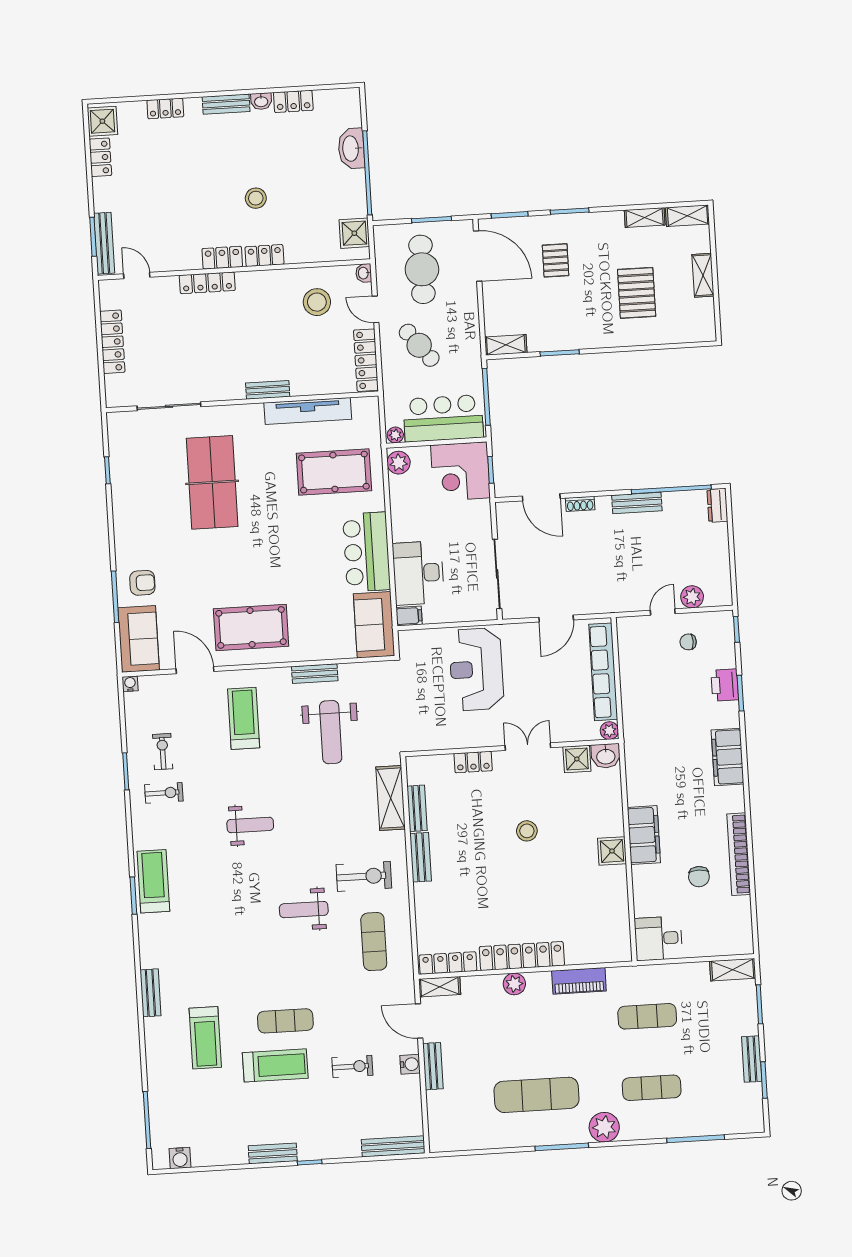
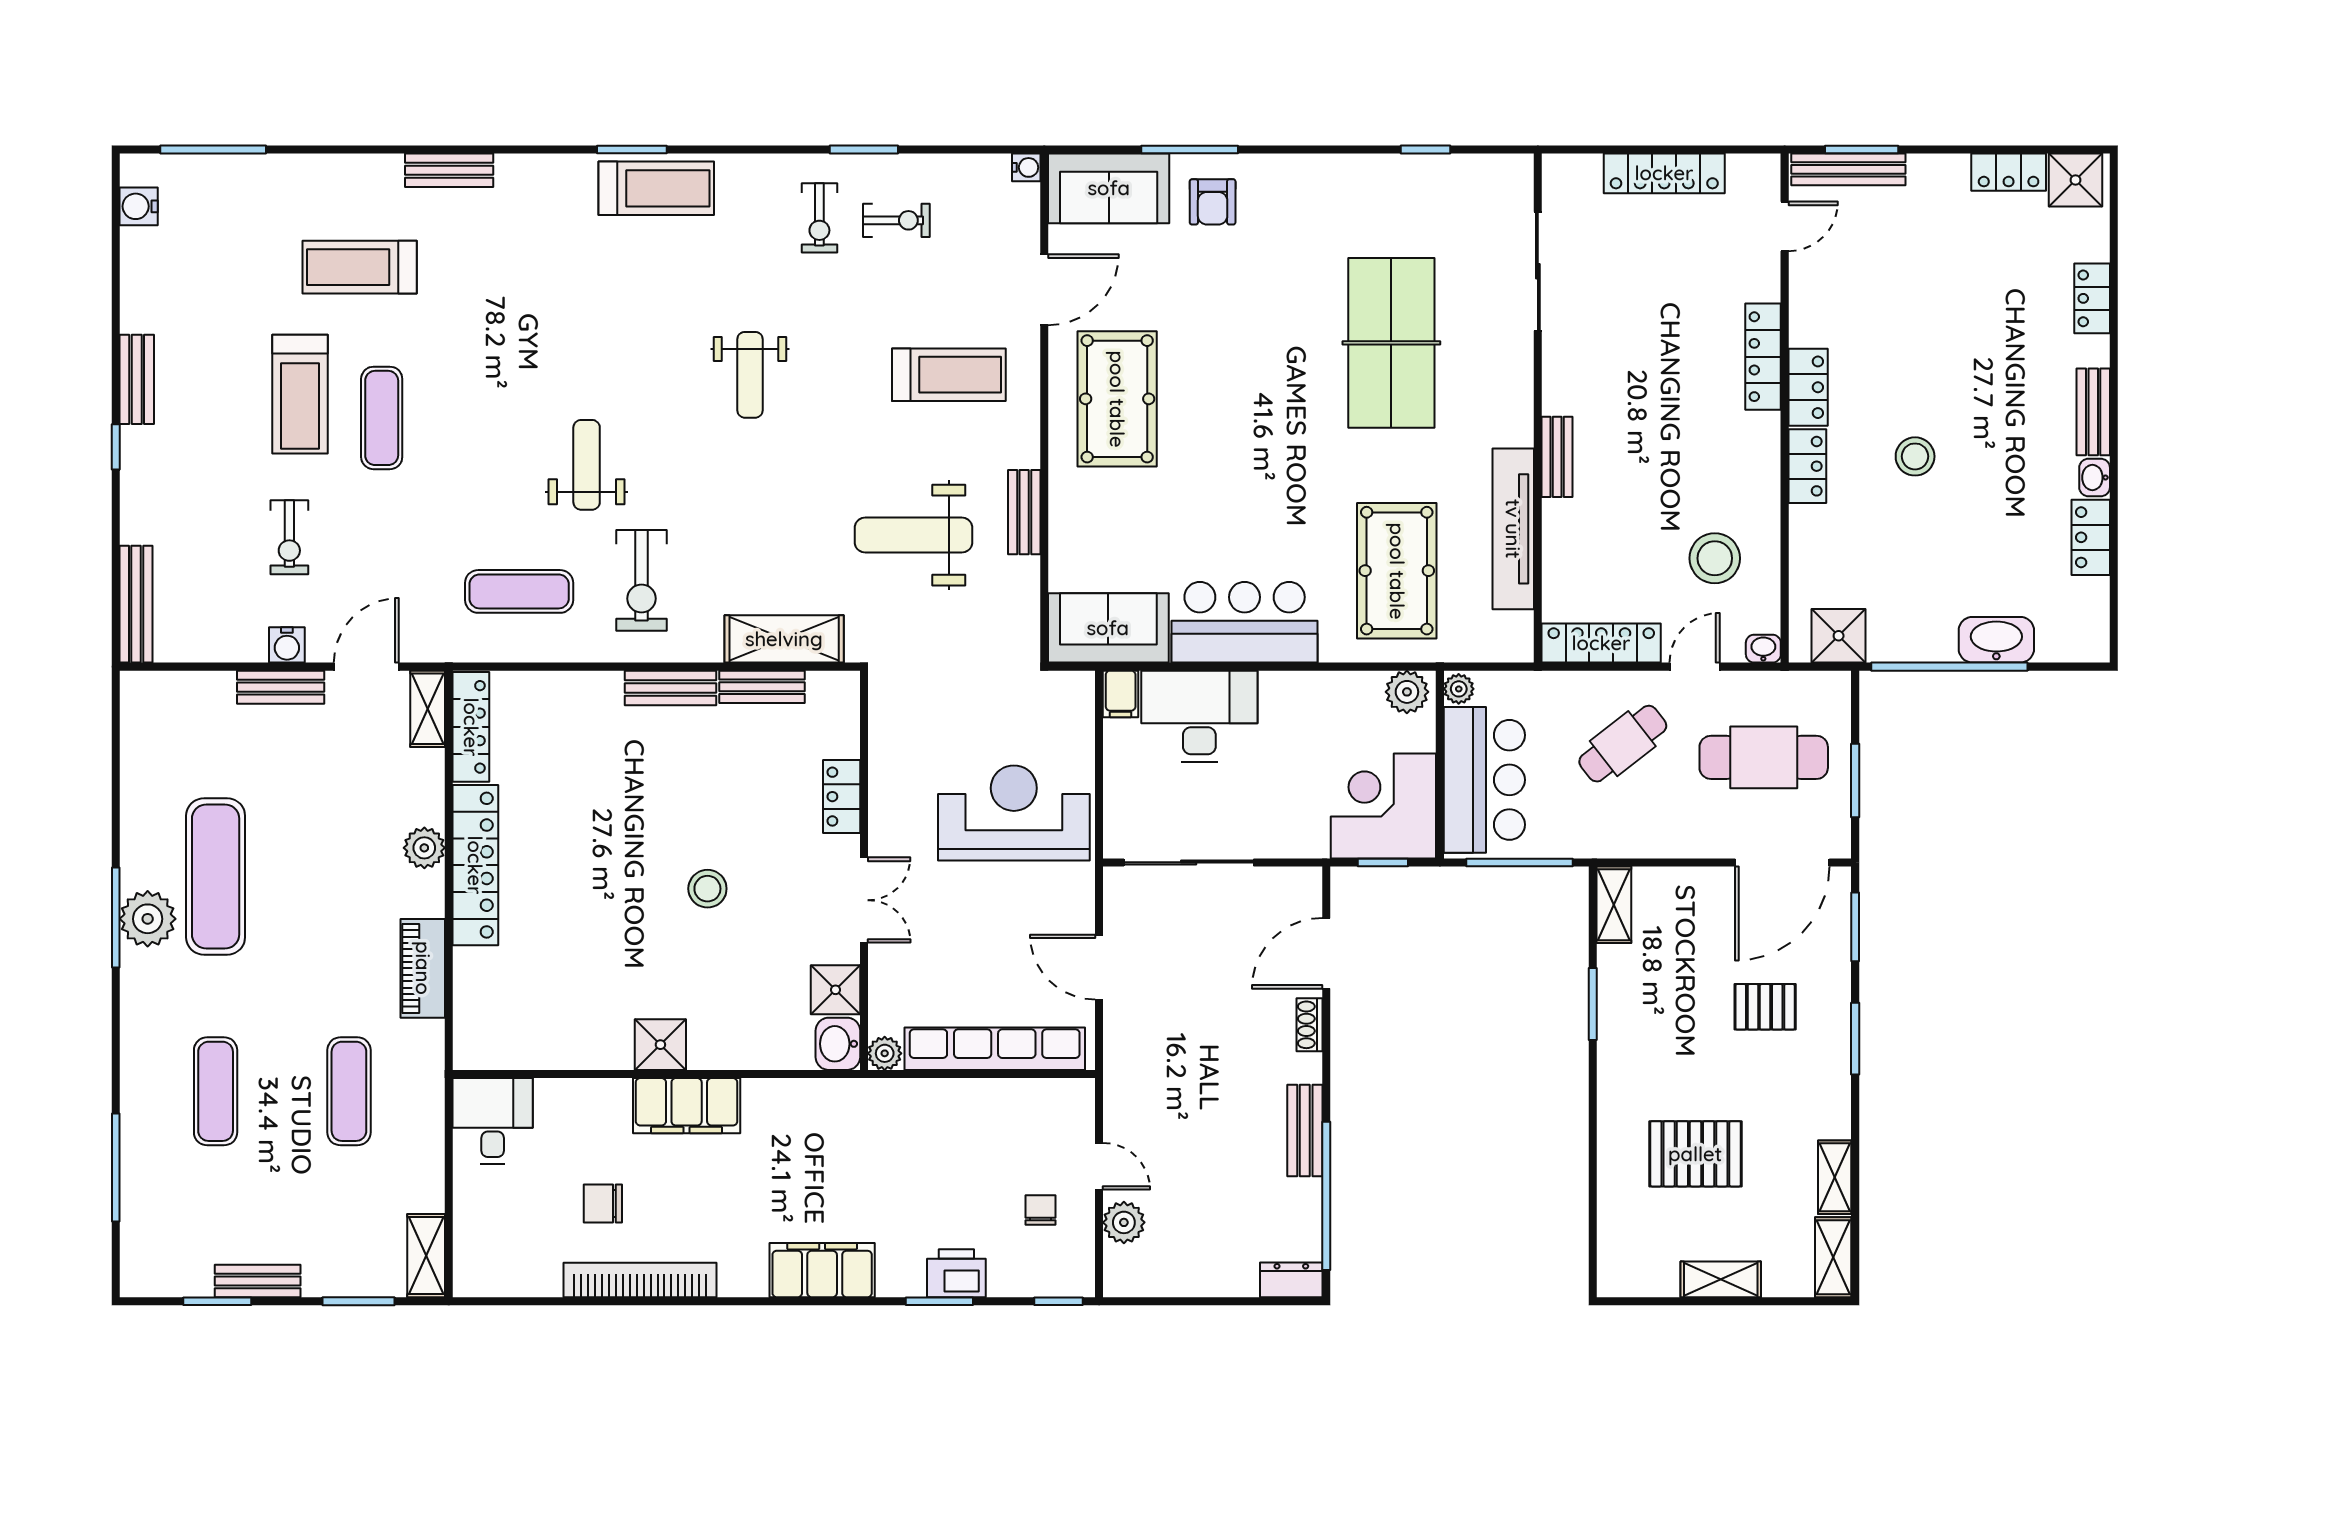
table tennis table: (212, 482) -> (1391, 343), turned 90
plant: (604, 1127) -> (148, 919), moved

